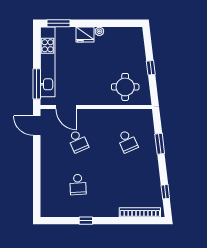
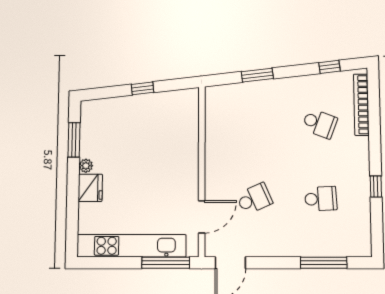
window: (59, 23) -> (74, 140), moved
round table: (125, 87) -> (171, 127), removed
school desk: (127, 141) -> (320, 123), moved, turned 45
window: (37, 186) -> (324, 263), added

